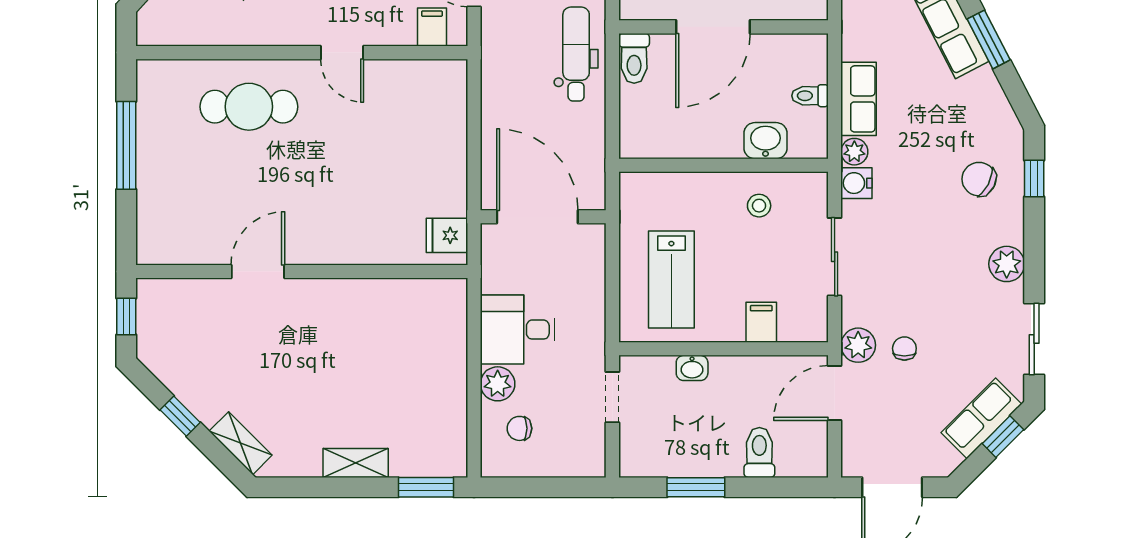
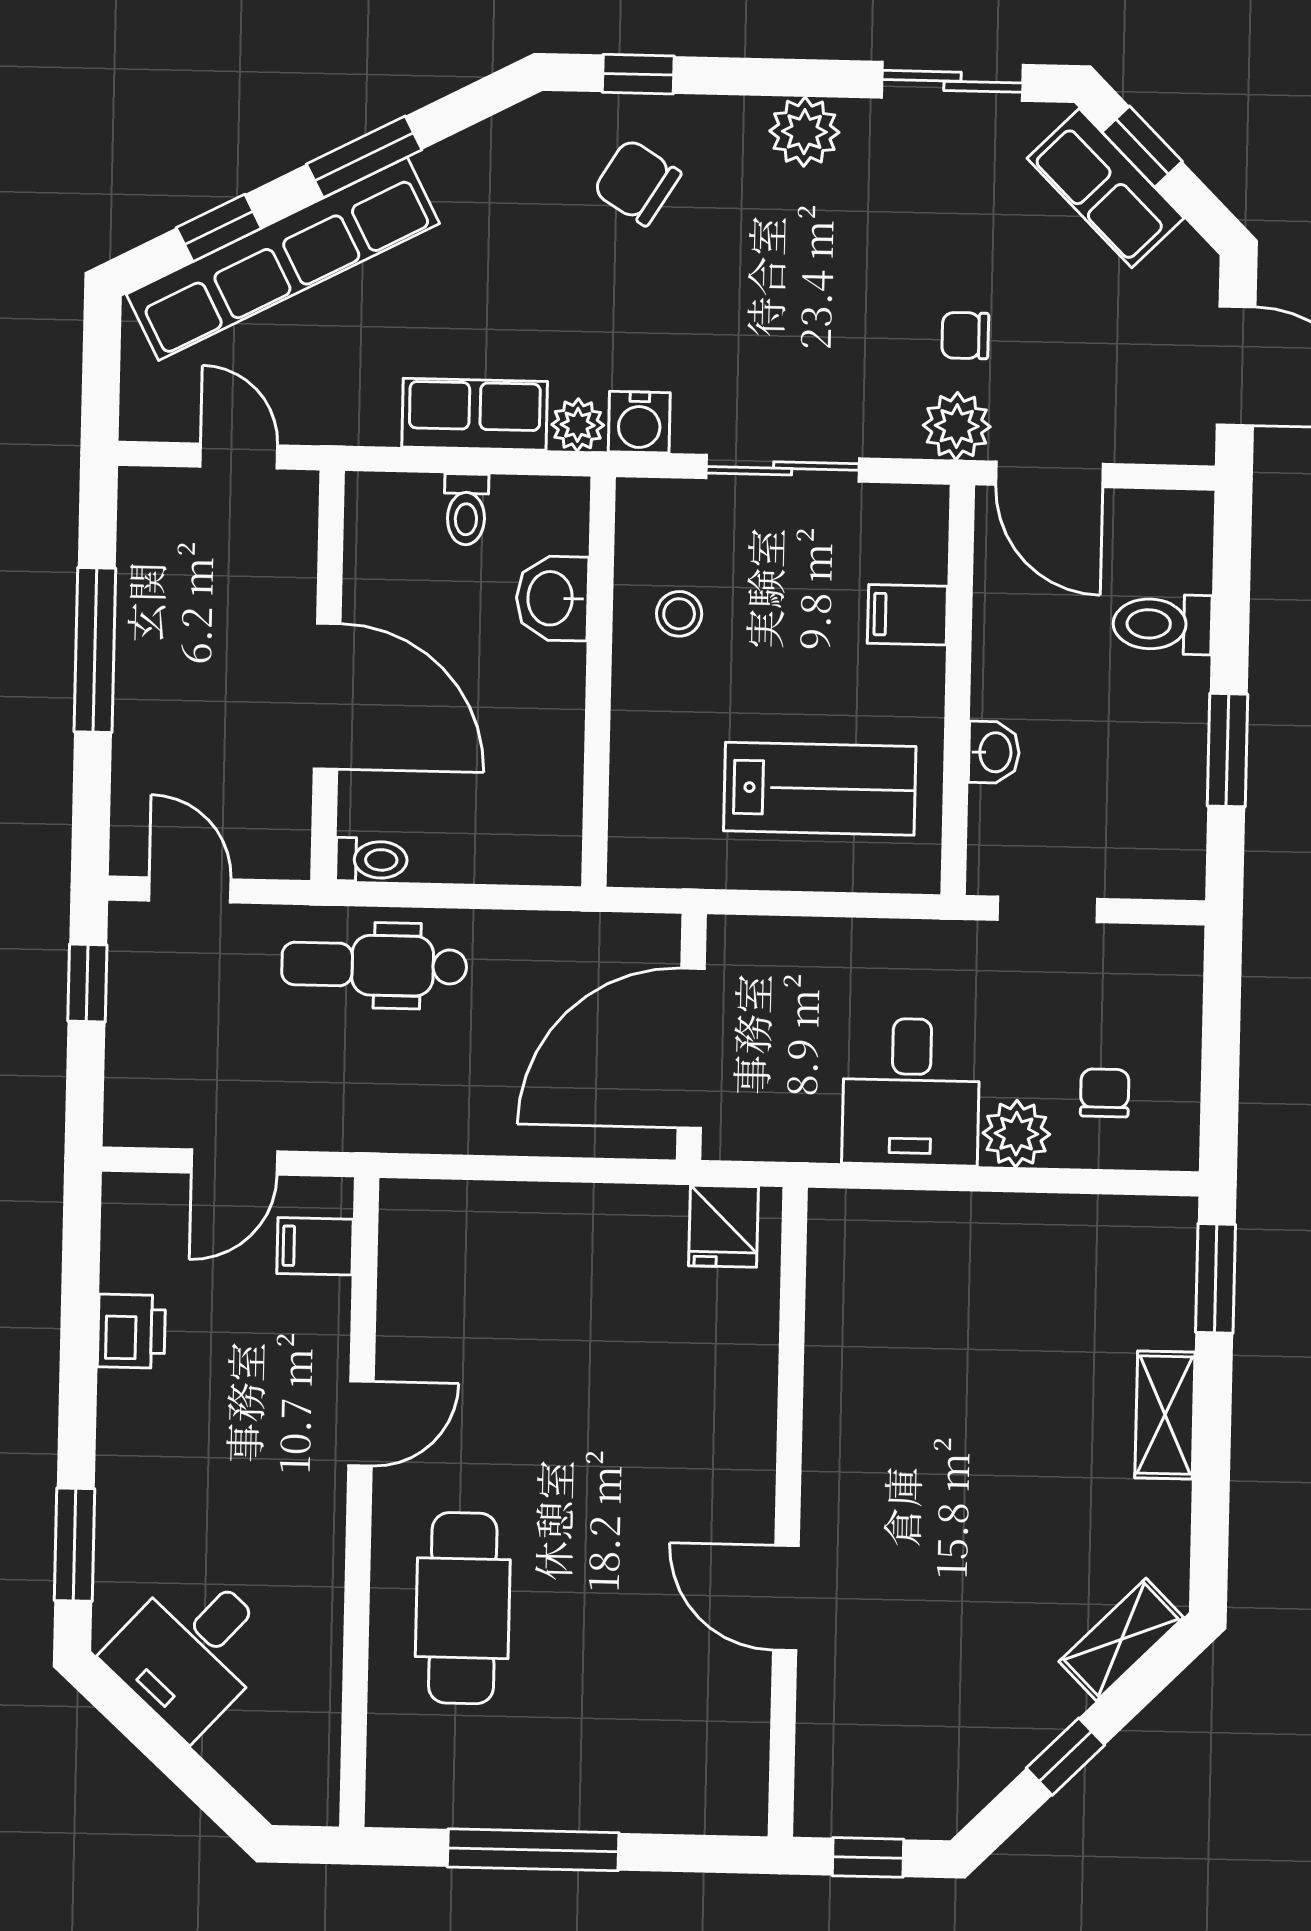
toilet: (634, 58) -> (371, 860), width x0.73, depth x0.72
chair: (979, 179) -> (637, 182), turned 95
chair: (519, 428) -> (1105, 1093), turned 180

